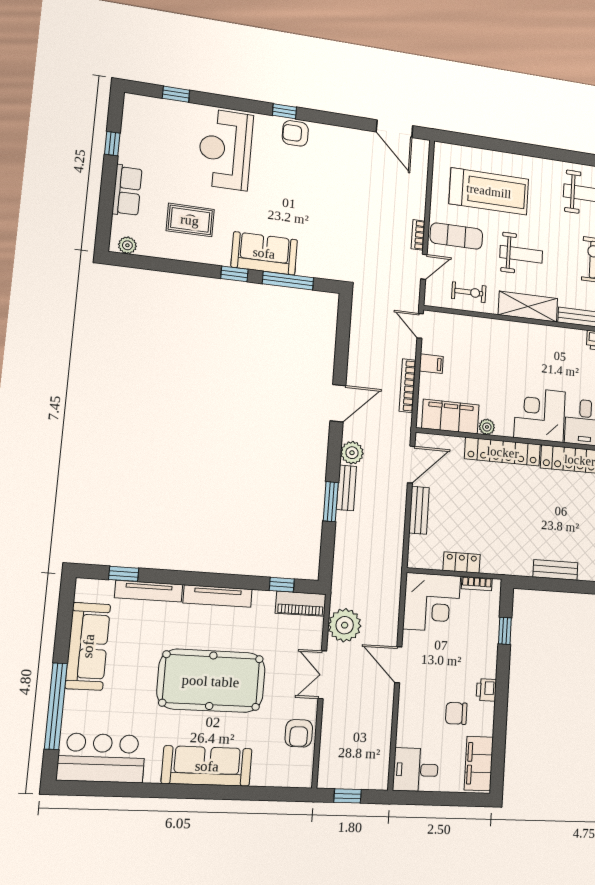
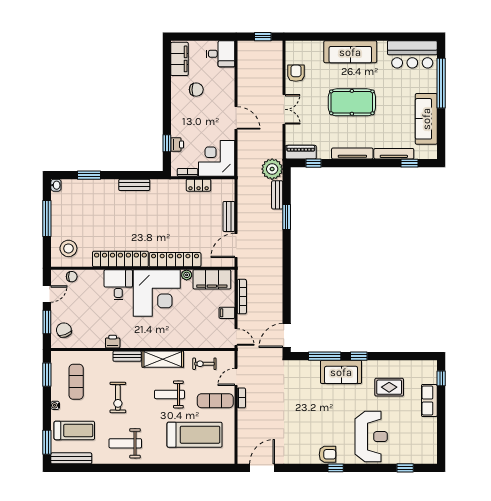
door: (395, 129) -> (262, 468), hinge flipped
window: (112, 144) -> (441, 378), moved
treadmill: (489, 191) -> (195, 435), turned 180
plant: (127, 245) -> (426, 366), removed
door: (338, 403) -> (287, 335), moved
corner desk: (540, 415) -> (157, 293), width x1.36, depth x1.36
plant: (352, 453) -> (275, 249), removed
bench: (346, 488) -> (277, 195), moved
plant: (345, 625) -> (272, 169), moved
pool table: (211, 681) -> (352, 102), width x0.73, depth x0.76
printer: (486, 690) -> (177, 144), moved

